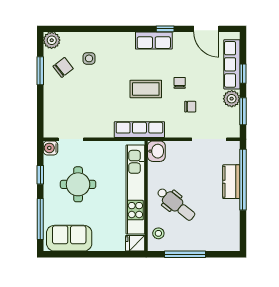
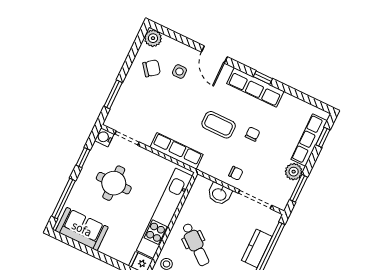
door: (206, 29) -> (214, 54), moved
row of seats: (154, 41) -> (255, 87), width x1.48
window: (40, 71) -> (113, 94), moved
window: (243, 74) -> (323, 137), moved
chair: (190, 107) -> (236, 173), moved
row of seats: (139, 130) -> (177, 151), moved
washbasin: (156, 151) -> (219, 194), moved, turned 90

